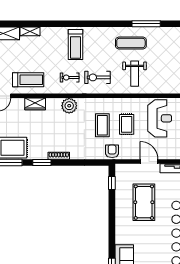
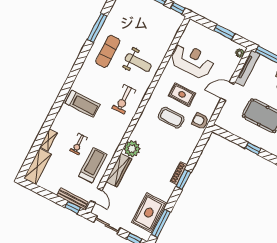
exercise bike: (70, 78) -> (78, 144), moved
wardrobe: (35, 104) -> (119, 170), width x1.50
plant: (69, 106) -> (132, 149), moved
window: (42, 163) -> (183, 180), moved
window: (112, 183) -> (253, 148), moved

